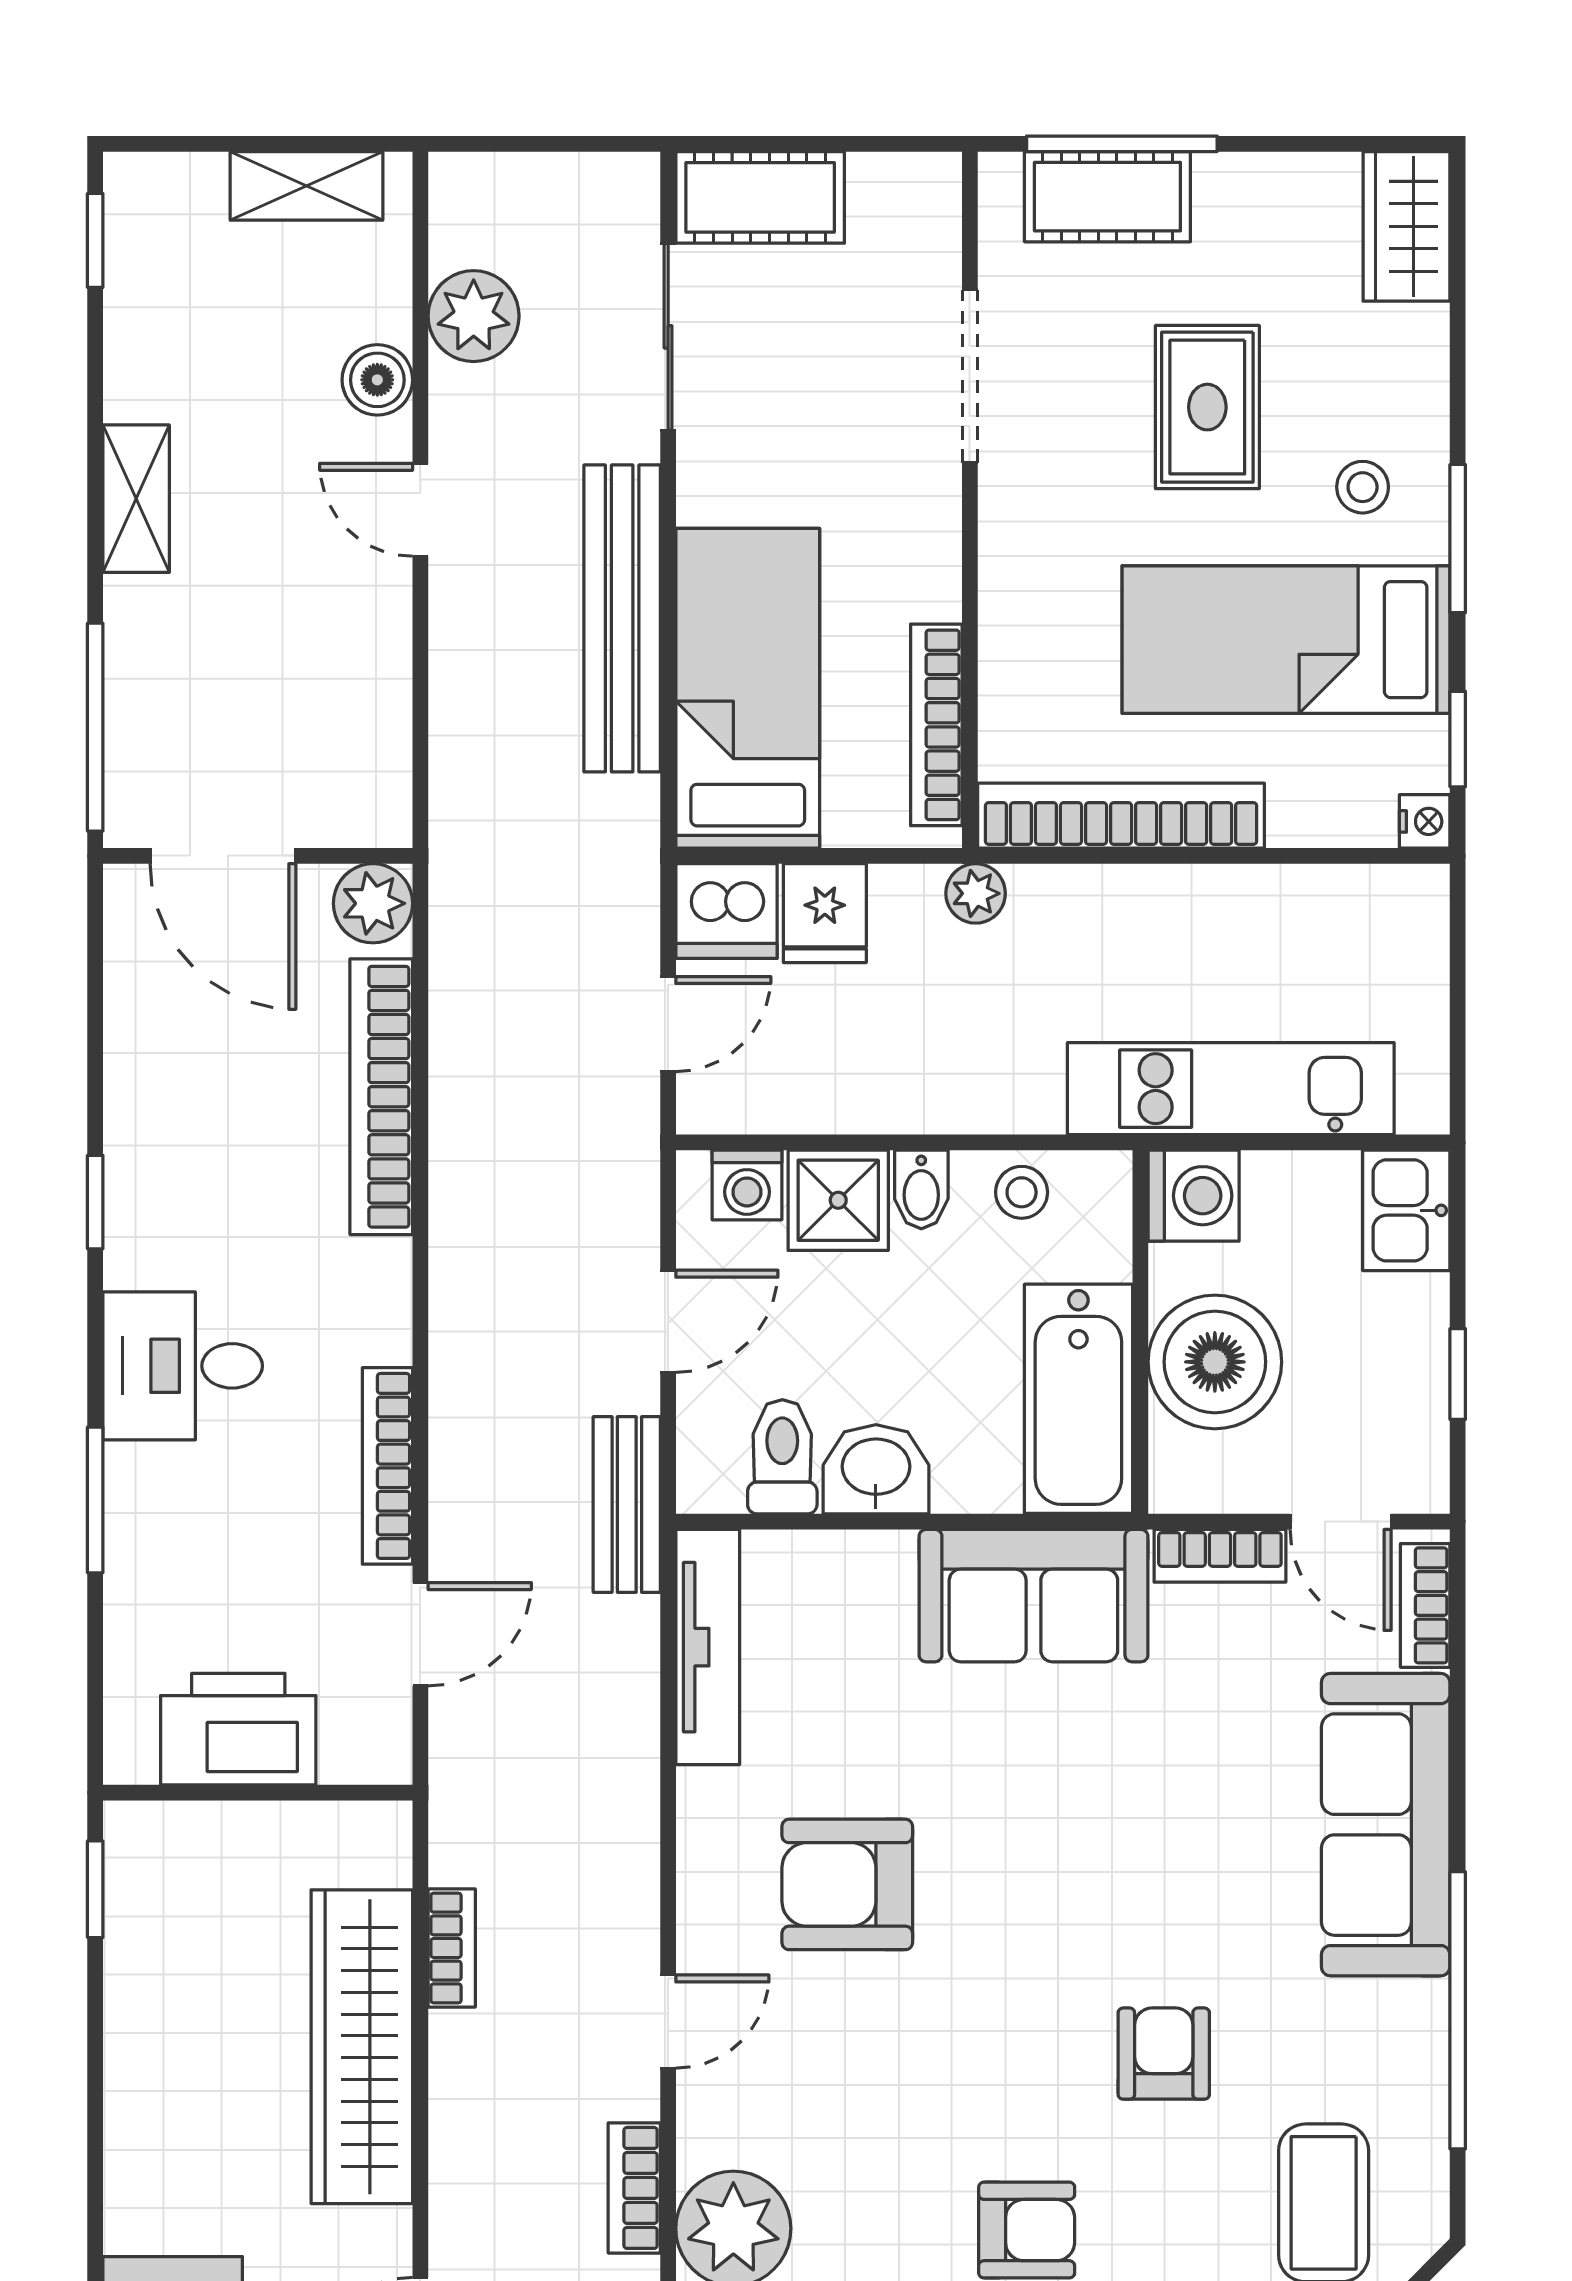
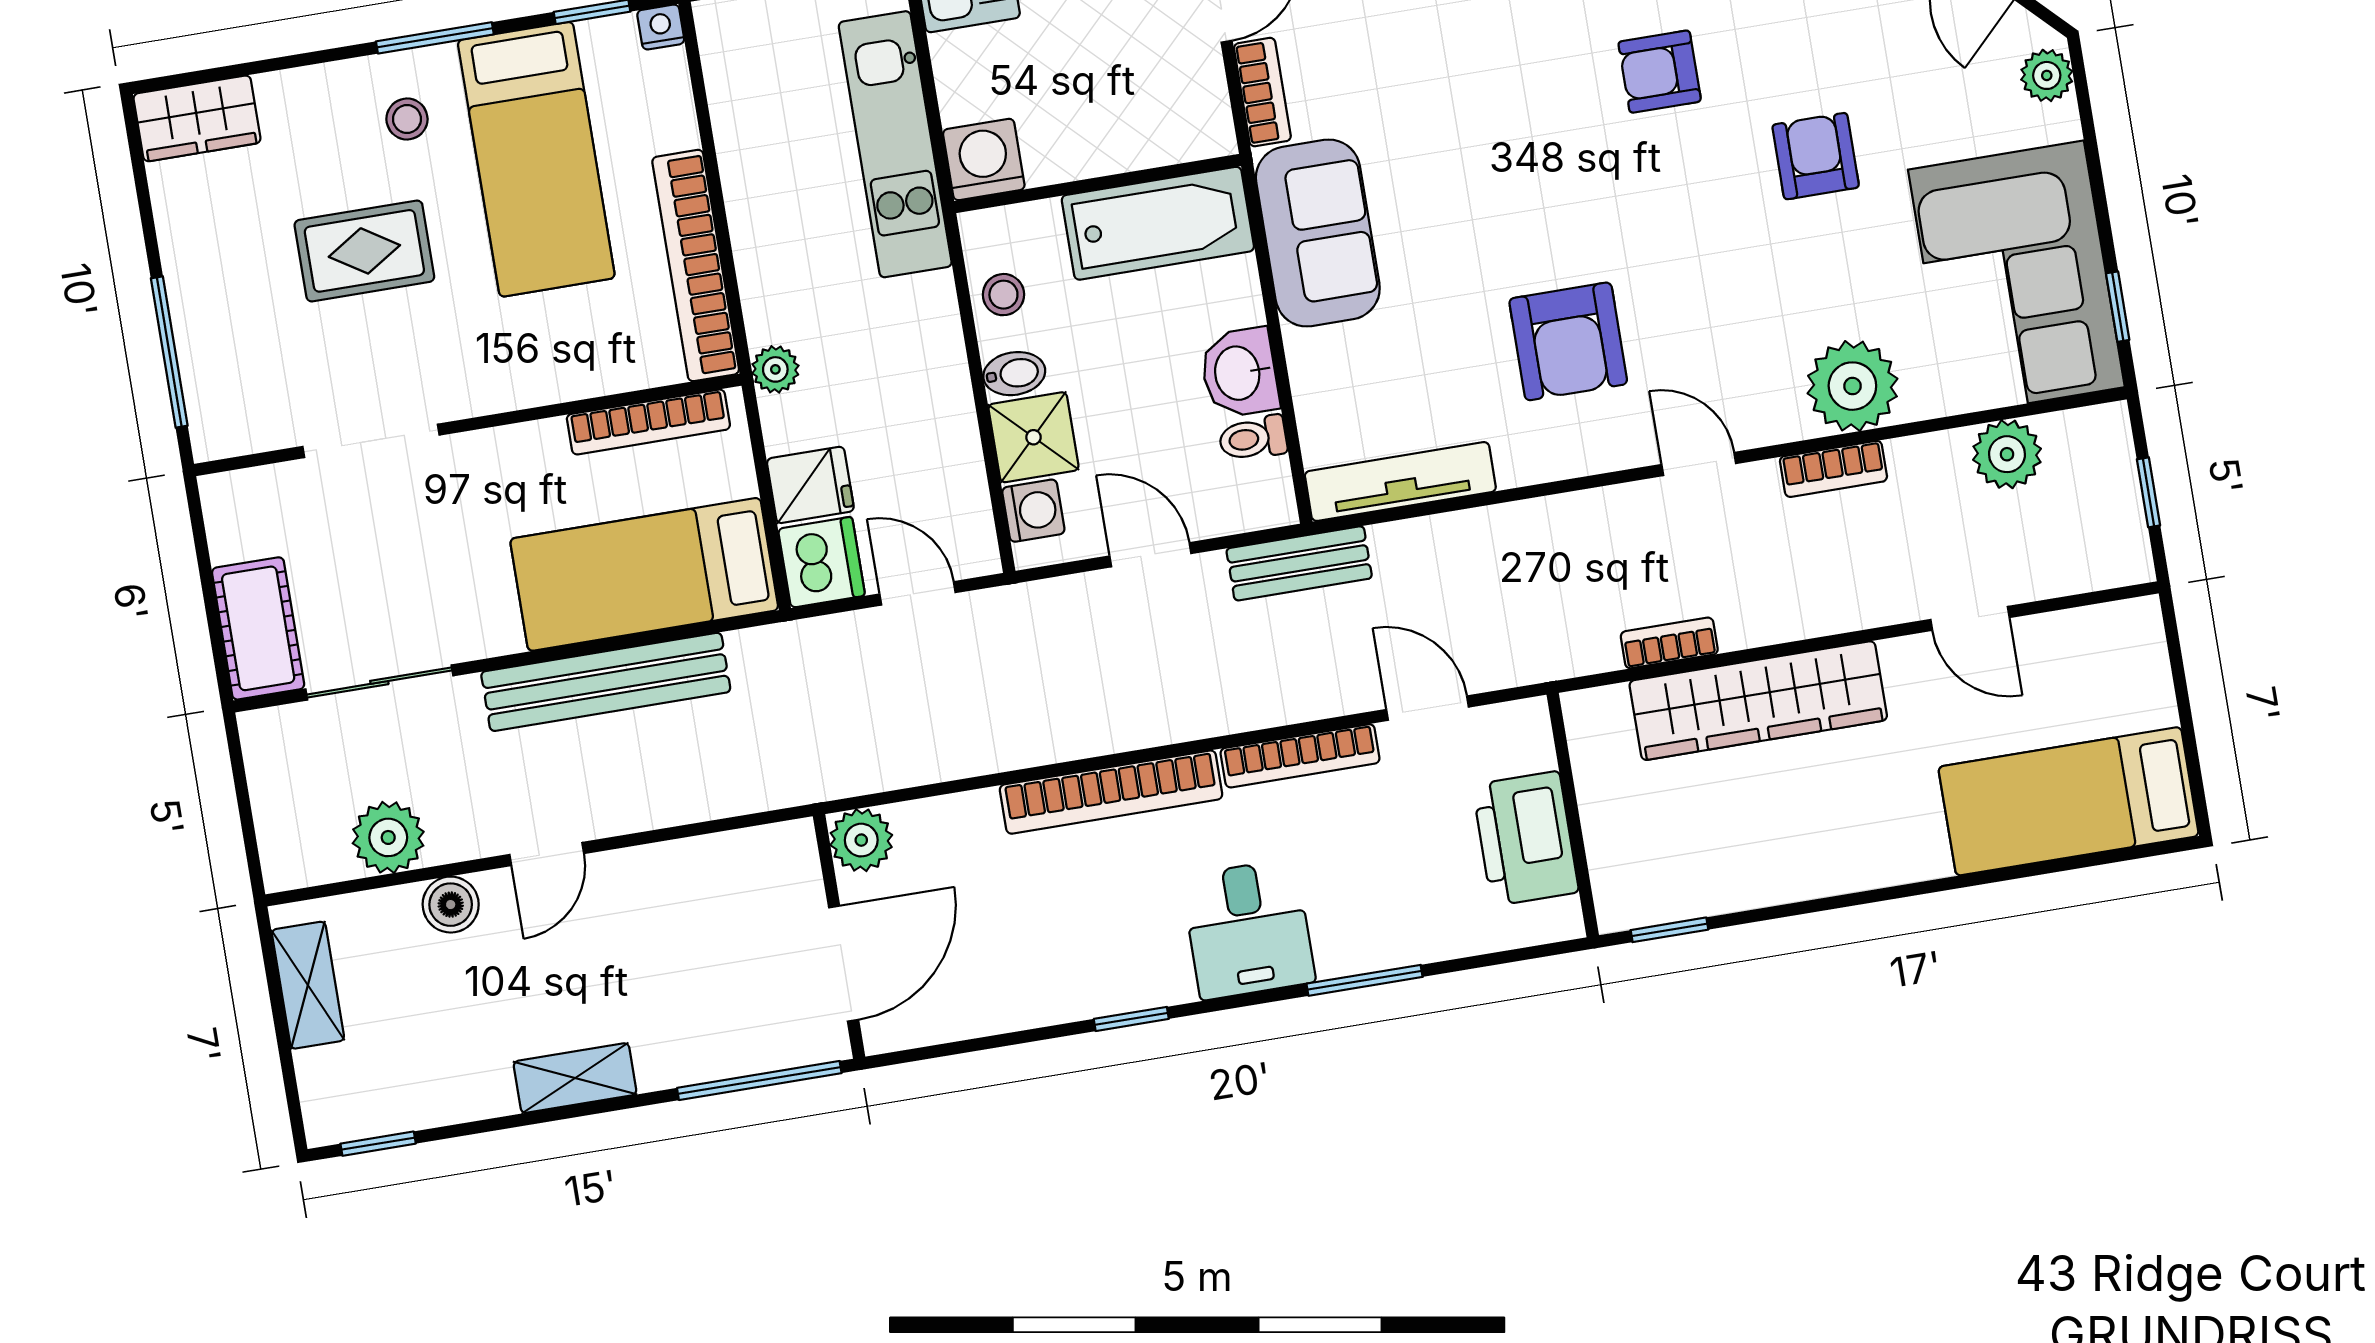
cot: (1107, 197) -> (213, 356), removed
bookcase: (381, 1097) -> (1111, 792), moved
boiler: (1215, 1362) -> (1111, 121), removed
toilet: (782, 1457) -> (1253, 438), width x0.73, depth x0.72

